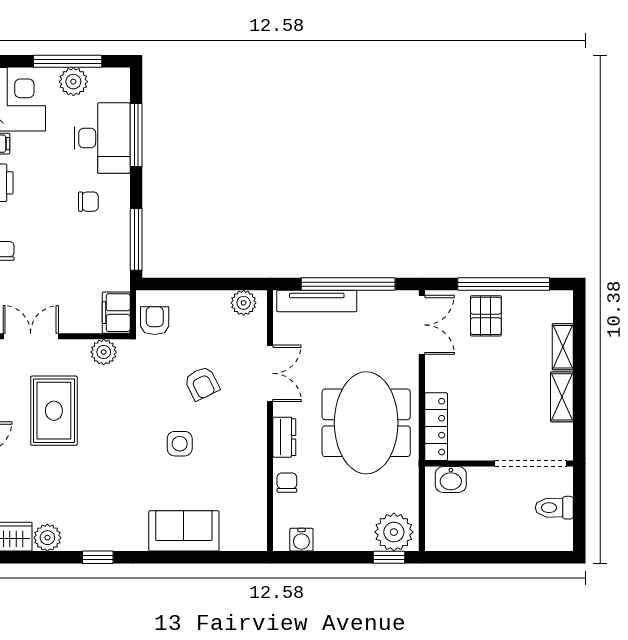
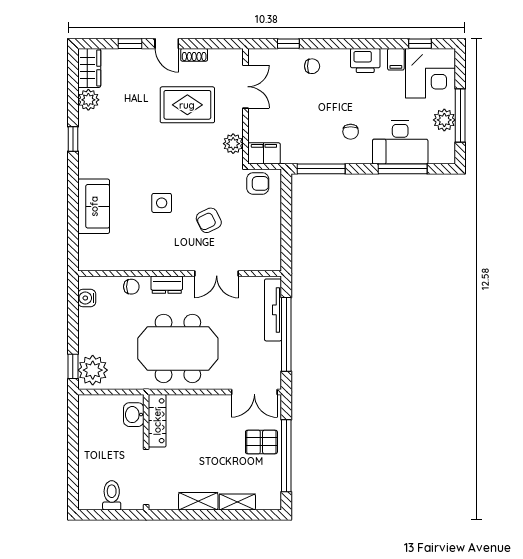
plant: (244, 303) -> (272, 253), removed
locker: (436, 427) -> (157, 421), moved, turned -90

